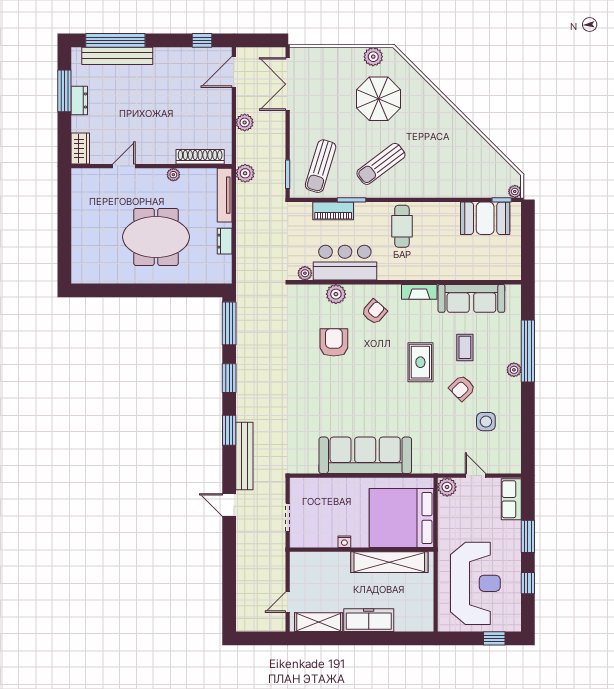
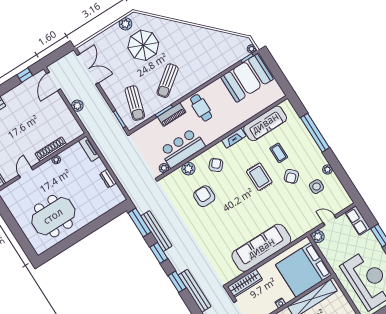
double door: (288, 84) -> (88, 69), swing flipped
shoe rack: (200, 157) -> (51, 149), moved
plant: (245, 173) -> (95, 134), removed
tv unit: (225, 195) -> (89, 149), width x0.71
piano: (333, 211) -> (172, 115), moved
booth: (485, 218) -> (247, 78), width x1.36, depth x1.42
meeting table: (156, 237) -> (53, 216), moved
bench: (244, 348) -> (156, 231), added
plant: (514, 370) -> (327, 169), moved
wardrobe: (315, 488) -> (245, 283), added

